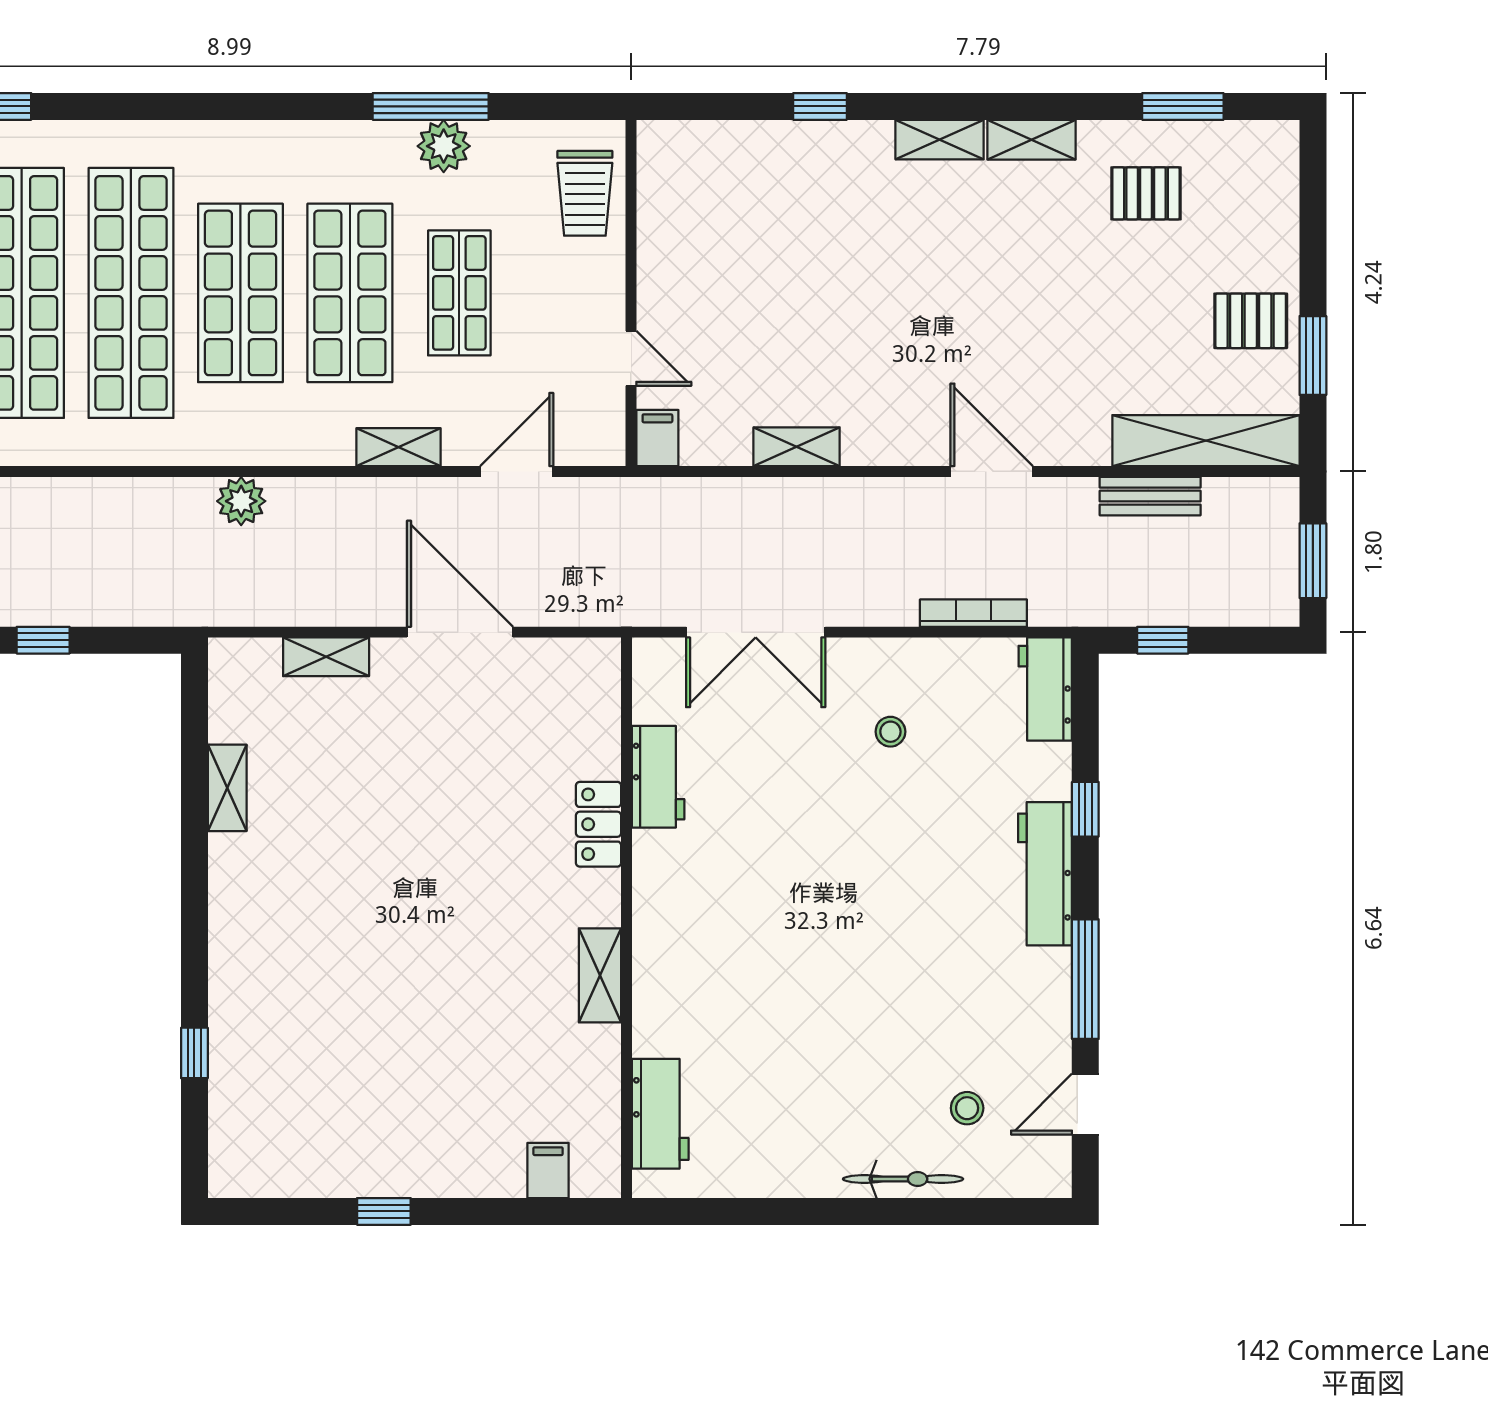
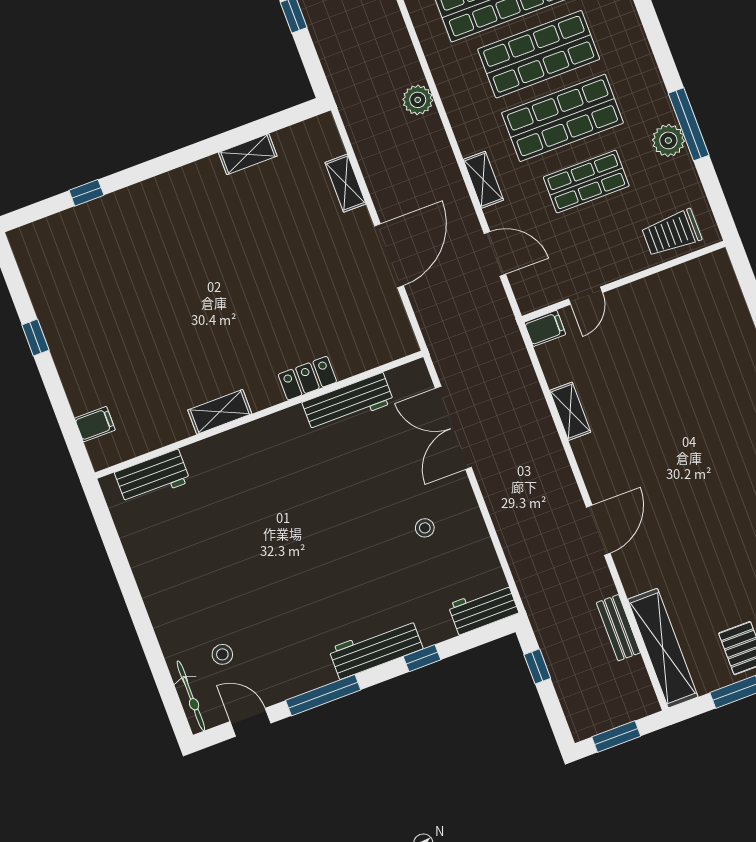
bookcase: (973, 613) -> (512, 550), removed
workbench: (658, 777) -> (348, 402), width x1.38
bicycle: (903, 1179) -> (191, 696), moved

